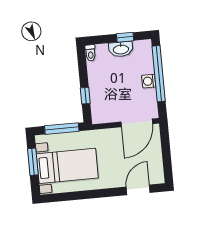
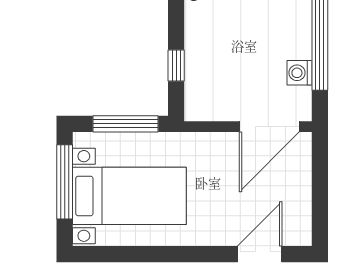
washing machine: (149, 81) -> (299, 73), moved
window: (33, 162) -> (65, 182), width x1.44

